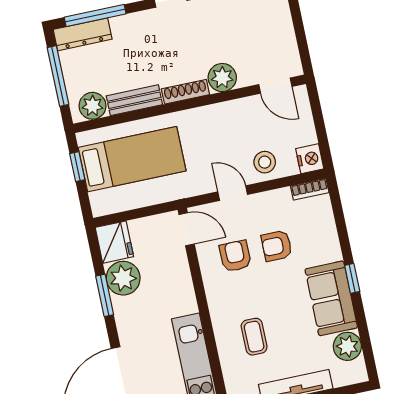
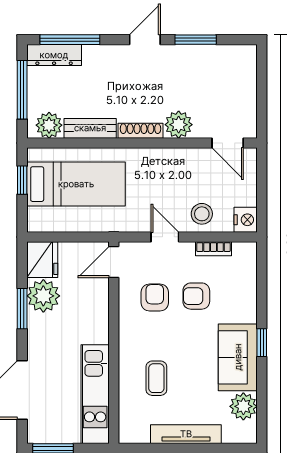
bookcase: (310, 189) -> (214, 249), moved
door: (187, 229) -> (114, 262), swing flipped

